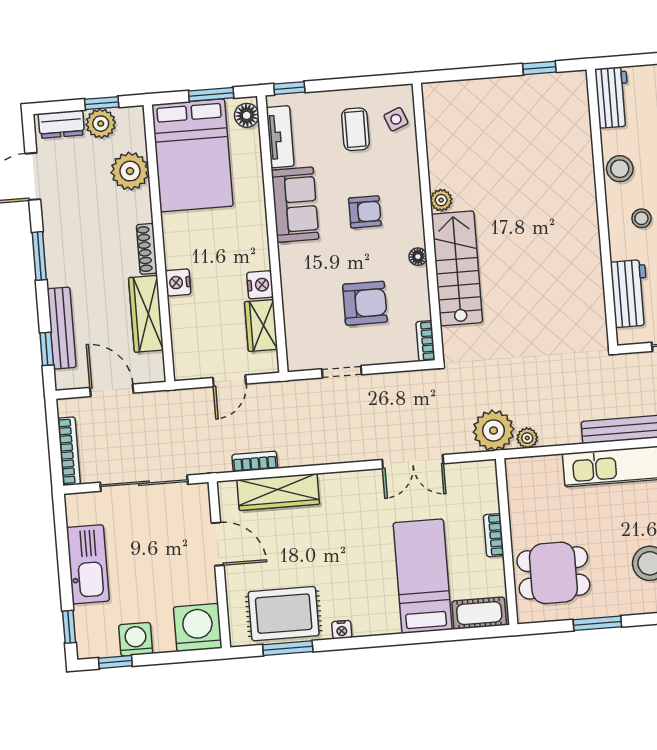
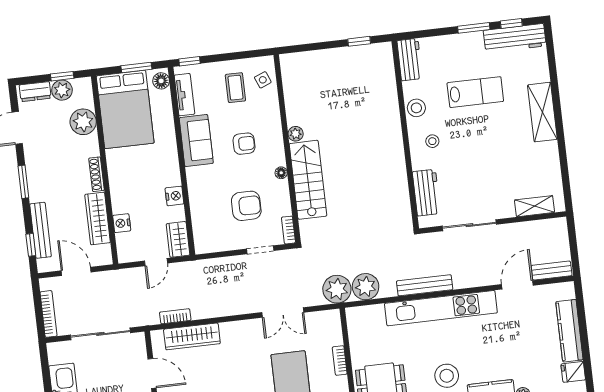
nightstand: (178, 282) -> (122, 223), moved
wardrobe: (261, 325) -> (178, 239), moved
doorway: (342, 372) -> (260, 250), moved
plant: (527, 438) -> (366, 287), width x1.88, depth x1.88

